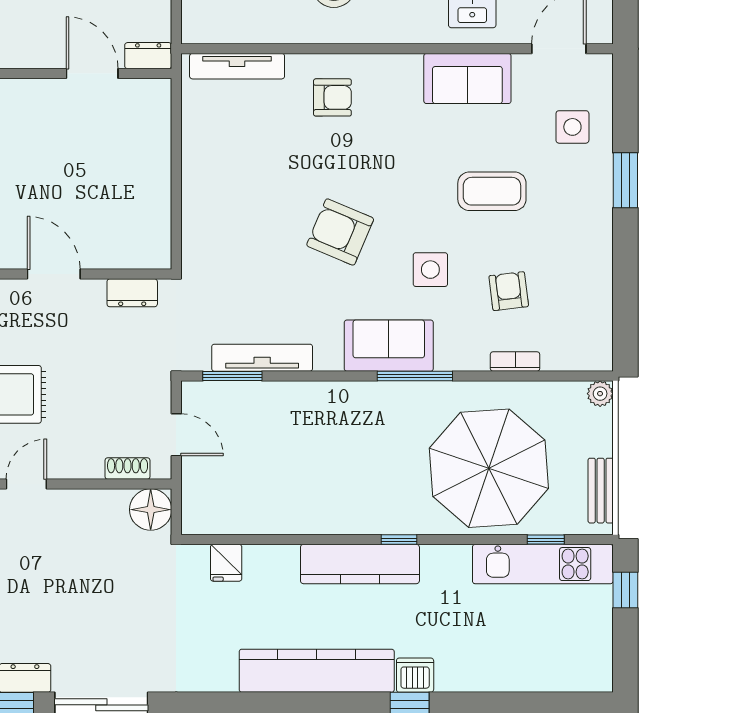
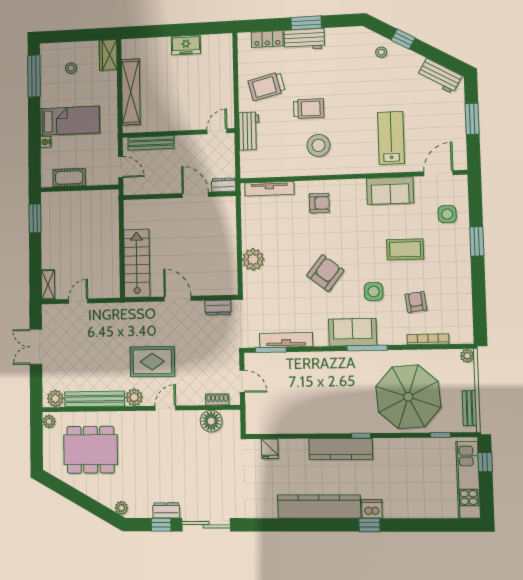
plant: (202, 202) -> (253, 259), added
armchair: (340, 232) -> (325, 273), turned 105
bookcase: (515, 361) -> (428, 339), width x1.56
floor lamp: (151, 510) -> (211, 421), moved
kitchen unit: (543, 564) -> (468, 480), moved, turned 90

